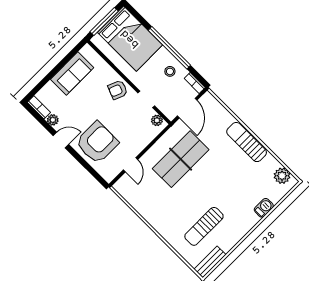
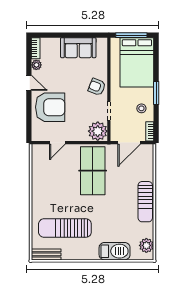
window: (169, 48) -> (156, 93), width x0.47
plant: (157, 120) -> (98, 131), width x1.87, depth x1.87
sun lounger: (247, 142) -> (145, 202), turned 180
table tennis table: (181, 159) -> (93, 171), turned 90
barbecue: (264, 208) -> (115, 251), width x1.88, depth x1.53
sun lounger: (204, 226) -> (65, 228), width x1.36, depth x1.34

